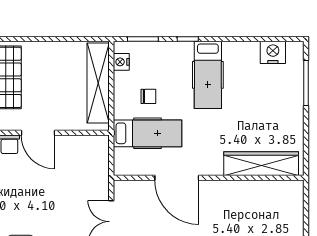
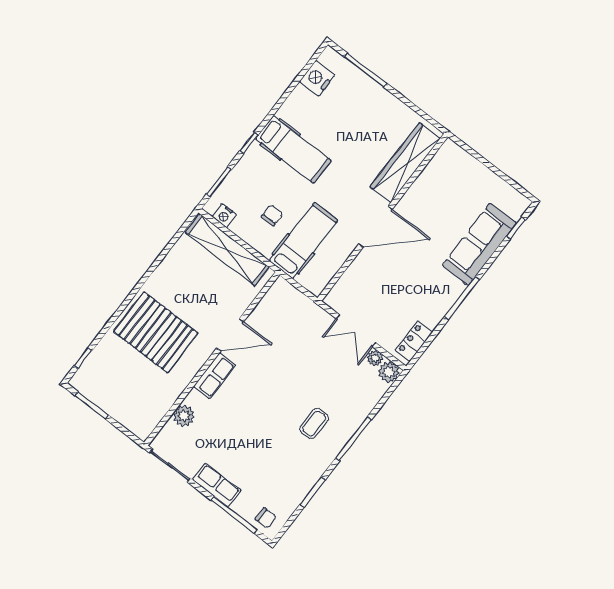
door: (177, 178) -> (375, 227), moved

